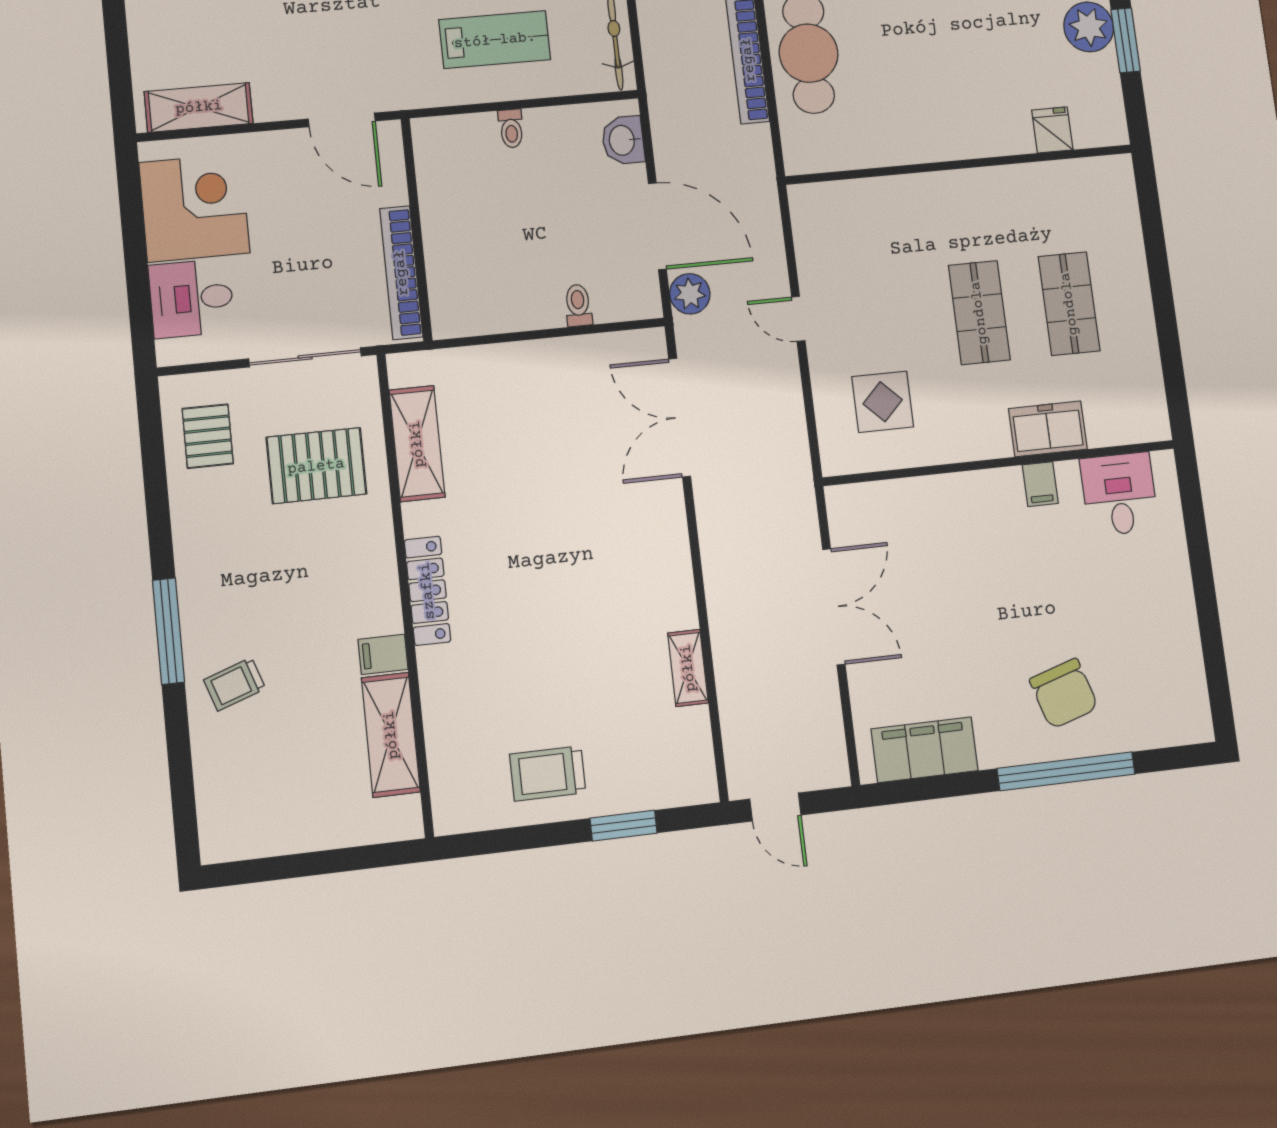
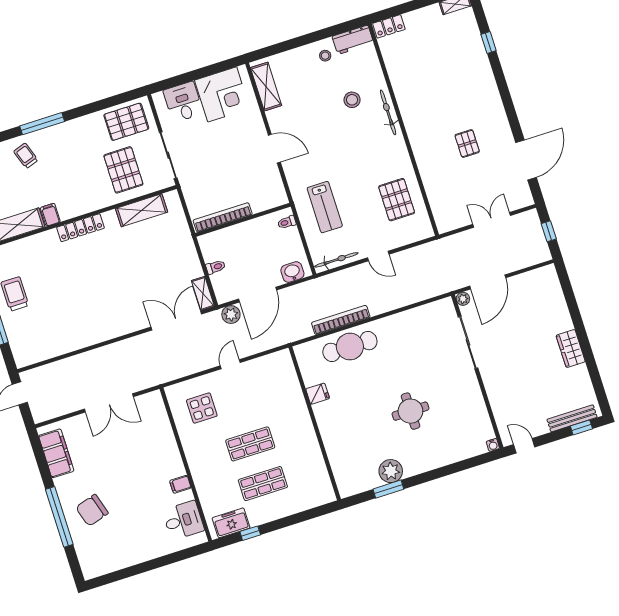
door: (342, 120) -> (274, 149), swing flipped
fridge: (1052, 130) -> (318, 394), moved
wall: (416, 229) -> (243, 220), moved
bookcase: (401, 273) -> (223, 217), moved
window: (1171, 354) -> (250, 533), added
freezer: (1048, 429) -> (231, 523), moved, turned -90
pallet: (208, 436) -> (126, 122), width x1.50, depth x1.42
shelving: (688, 668) -> (203, 293), moved, turned 90

